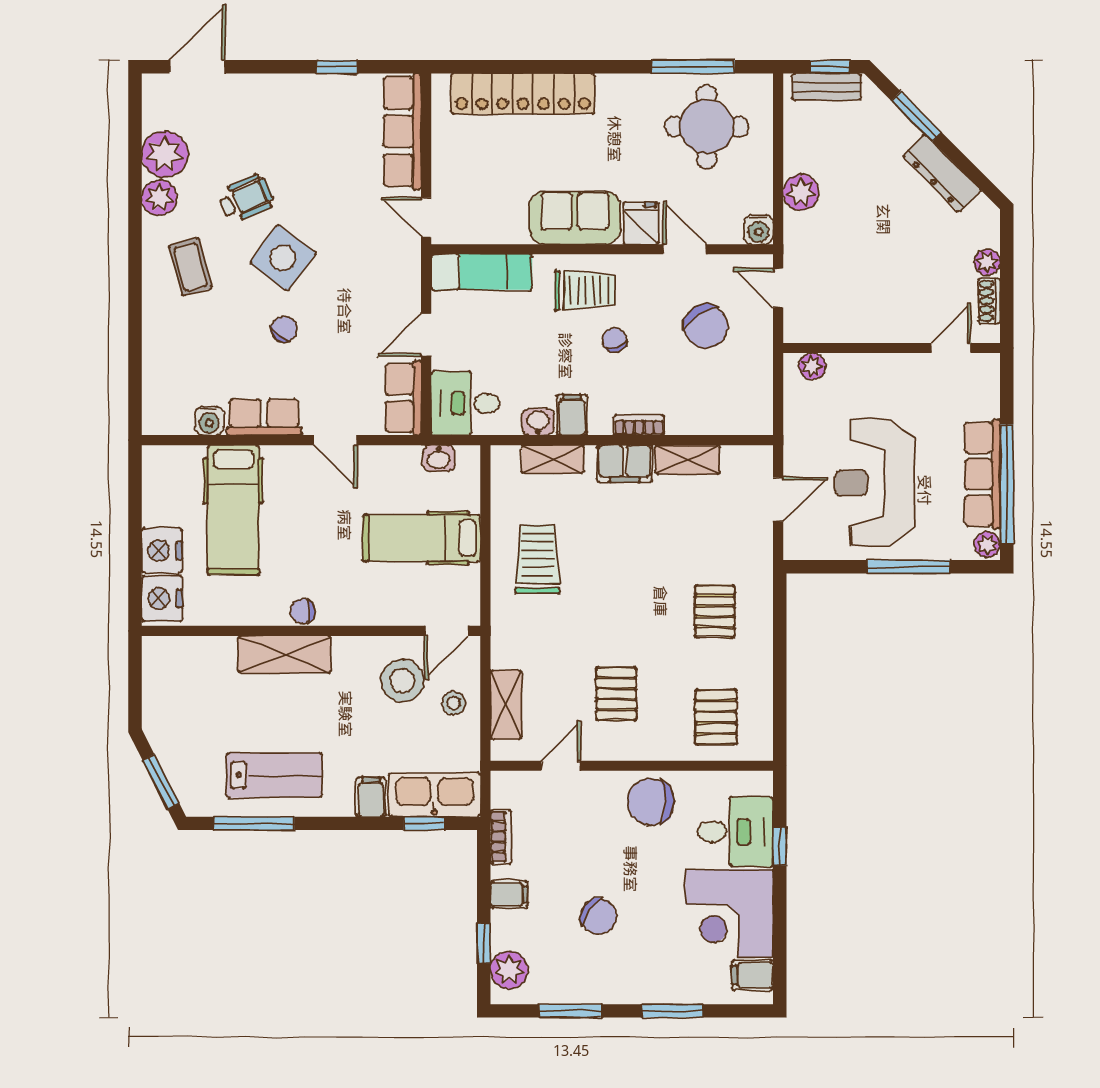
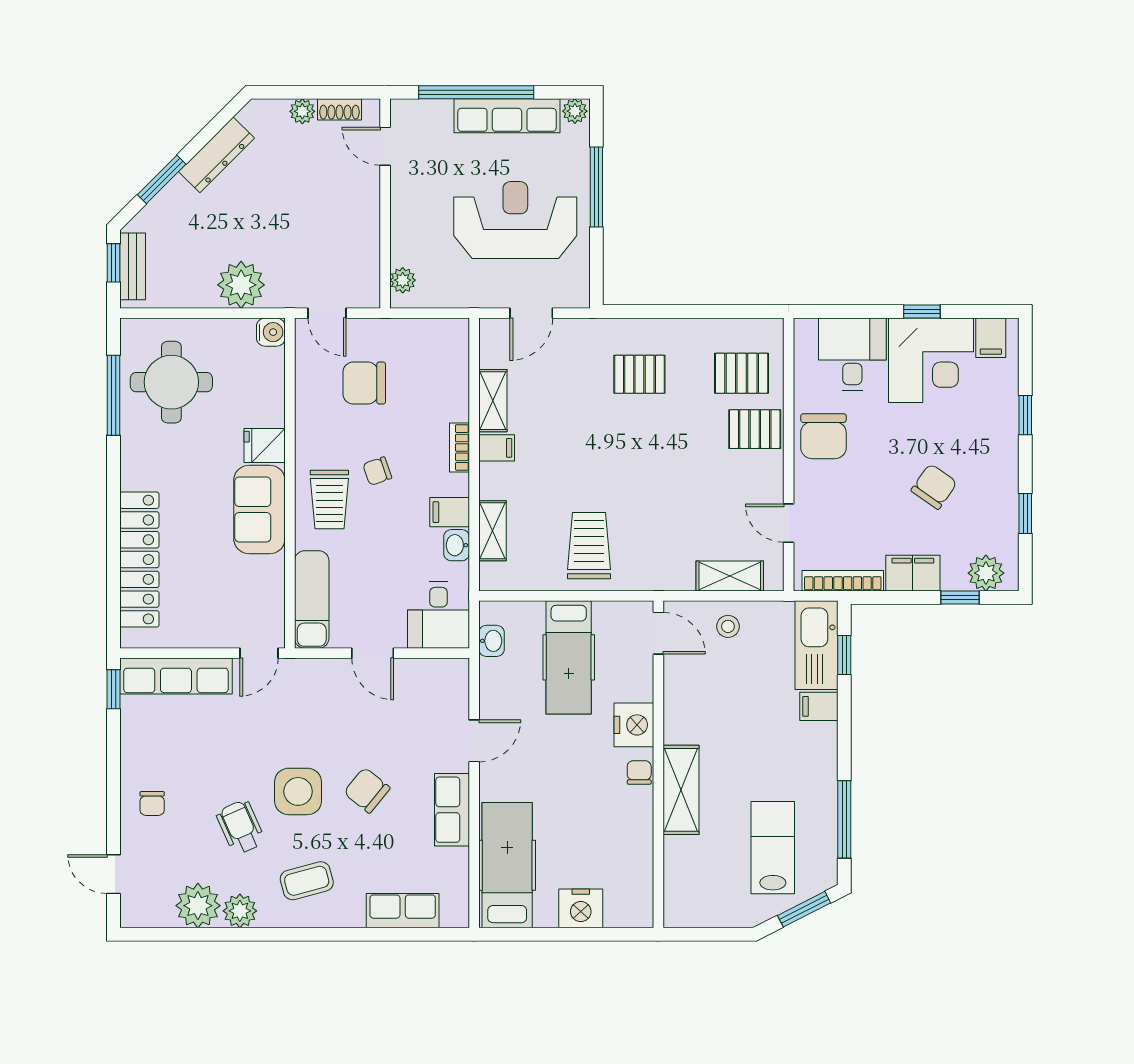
door: (197, 67) -> (113, 874), width x0.73
window: (337, 67) -> (113, 689), moved
chair: (270, 107) -> (152, 803), added
plant: (801, 192) -> (241, 285), width x1.36, depth x1.36
door: (685, 249) -> (290, 403), removed
side table: (283, 258) -> (298, 791), turned -37
door: (778, 288) -> (327, 313), hinge flipped
trolley: (585, 290) -> (329, 500), turned 180
chair: (706, 326) -> (364, 383), turned -146
chair: (284, 329) -> (367, 790), width x1.37, depth x1.37
row of seats: (403, 398) -> (403, 911), moved, turned 180
water cooler: (209, 421) -> (455, 863), removed
filing cabinet: (625, 463) -> (497, 448), width x0.50
reception desk: (874, 483) -> (515, 220), turned 180
window: (1007, 484) -> (476, 92), moved
door: (778, 499) -> (531, 313), swing flipped
hospital bed: (233, 510) -> (507, 865), moved, turned -90
trolley: (537, 559) -> (589, 546), turned 90
nightstand: (162, 599) -> (634, 725), moved, turned -90
chair: (302, 611) -> (639, 773), turned 180
stool: (402, 681) -> (706, 676), removed
pallet: (616, 694) -> (755, 429), moved
lab bench: (274, 775) -> (773, 848), moved
bookcase: (501, 837) -> (843, 581), width x1.56
window: (780, 846) -> (922, 312), moved
filing cabinet: (509, 894) -> (913, 573), width x2.00
window: (571, 1011) -> (1025, 514), width x0.67
window: (672, 1011) -> (1025, 415), width x0.67

